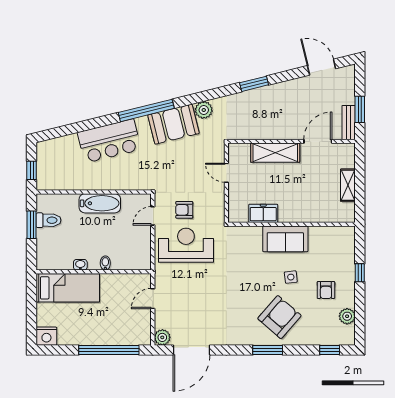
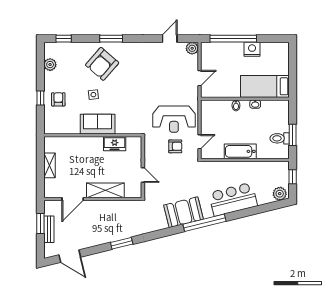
plant: (204, 110) -> (280, 194), moved
bench: (349, 123) -> (49, 229), moved
armchair: (326, 290) -> (58, 99), moved
nightstand: (46, 336) -> (252, 49), moved
door: (191, 350) -> (170, 39), width x0.53

